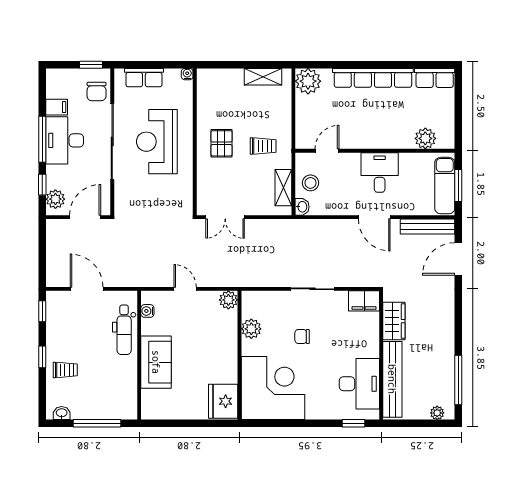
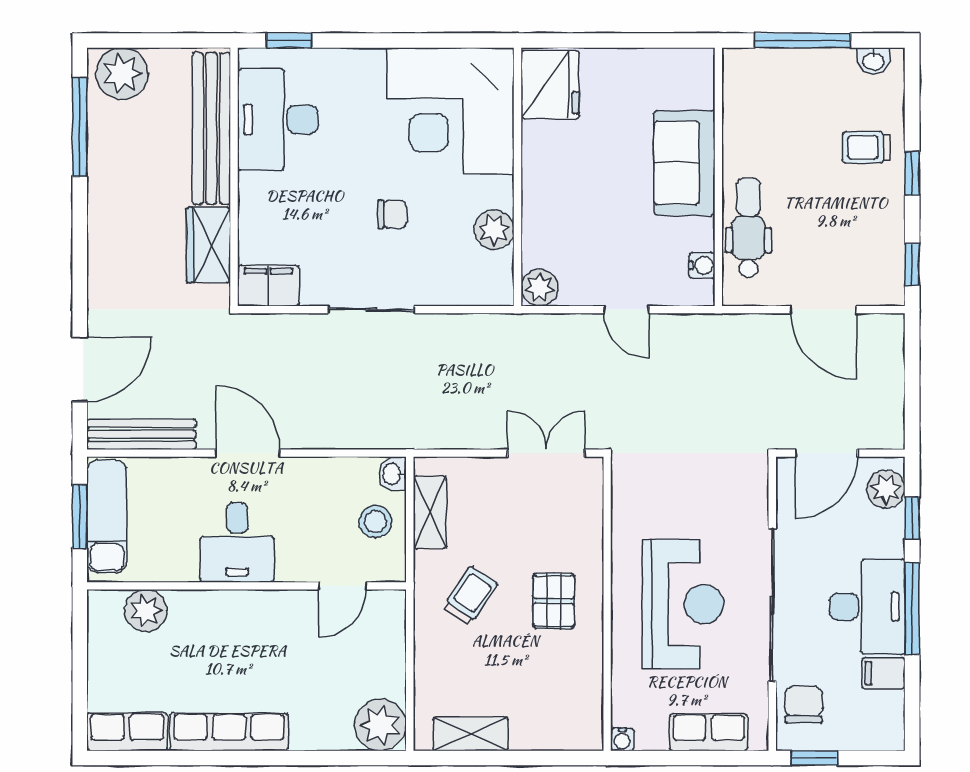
row of seats: (373, 78) -> (229, 732), width x0.73
trolley: (263, 146) -> (470, 596), turned 124
plant: (437, 413) -> (122, 74), width x1.88, depth x1.88

